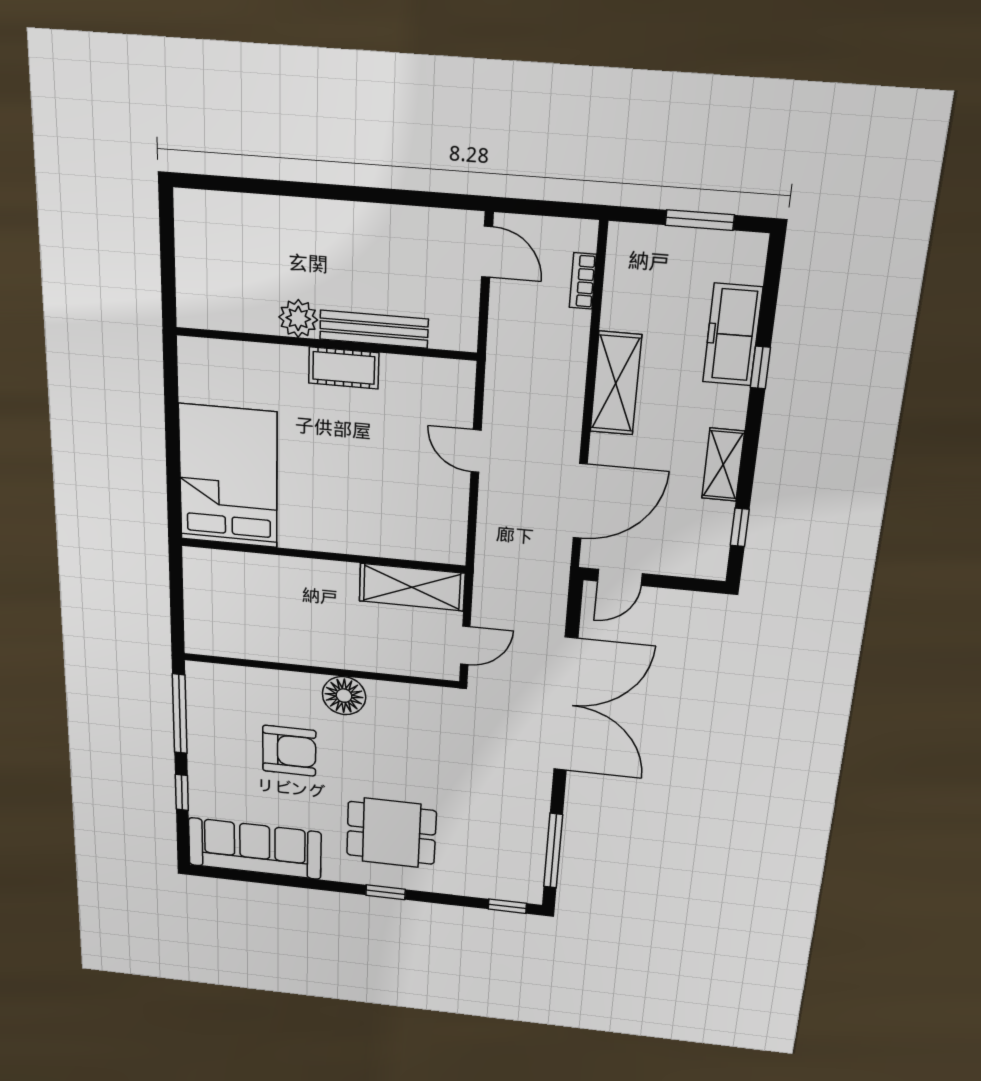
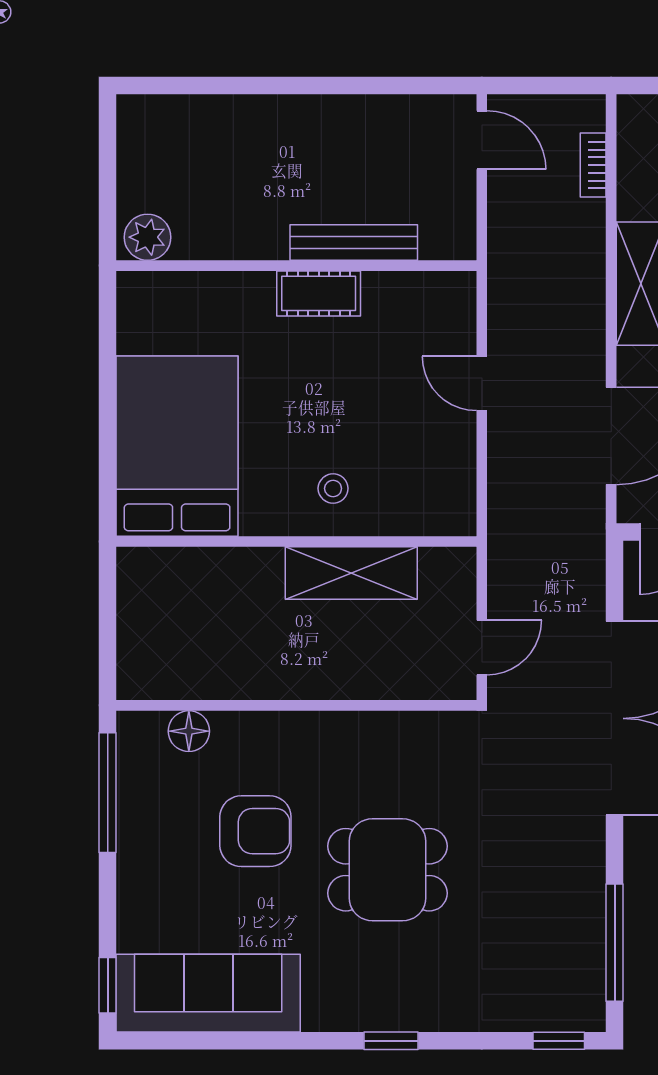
plant: (298, 318) -> (148, 237), moved
stool: (352, 520) -> (333, 488), added
shelving: (412, 587) -> (351, 573), moved
floor lamp: (344, 696) -> (189, 731), moved, width x0.73, depth x0.73
window: (182, 792) -> (108, 985), moved
dining table: (391, 833) -> (387, 870), moved

